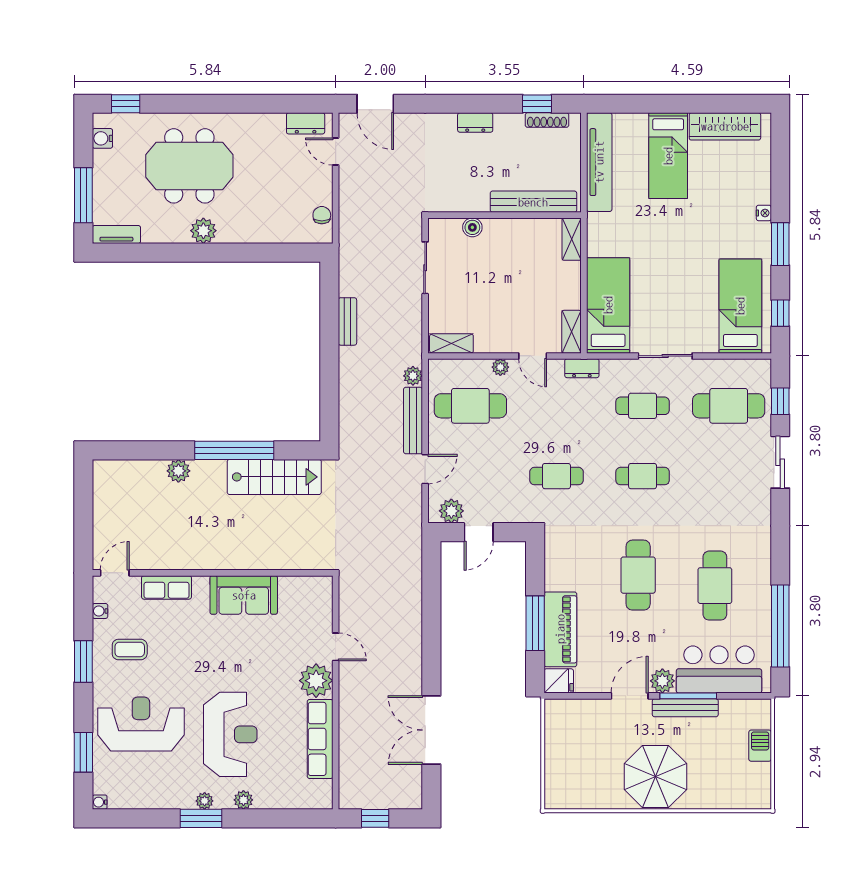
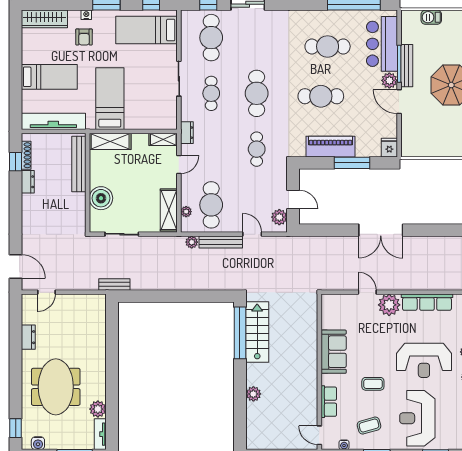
door: (375, 104) -> (16, 266), hinge flipped
dresser: (306, 123) -> (28, 337), moved
dresser: (475, 123) -> (28, 182), moved
wardrobe: (725, 126) -> (44, 19), moved, turned 90
armchair: (730, 210) -> (84, 37), added
chair: (322, 215) -> (88, 301), removed
boiler: (472, 227) -> (101, 198), width x1.86, depth x1.86
plant: (203, 231) -> (98, 409), moved
shelving: (572, 239) -> (110, 141), width x1.50, depth x1.33
bed: (608, 305) -> (110, 99), moved, turned 90
bench: (347, 321) -> (114, 284), moved
shelving: (451, 343) -> (169, 210), width x1.50, depth x1.33
plant: (500, 367) -> (186, 212), moved
window: (234, 450) -> (240, 333), moved
cafe table: (643, 476) -> (257, 93), width x1.37, depth x1.35
piano: (560, 629) -> (331, 147), moved
door: (336, 647) -> (367, 292), hinge flipped
coffee table: (130, 649) -> (369, 426), turned 74
coffee table: (194, 656) -> (373, 384), added
double door: (431, 730) -> (381, 230), moved
reception desk: (230, 734) -> (424, 360), turned 180

